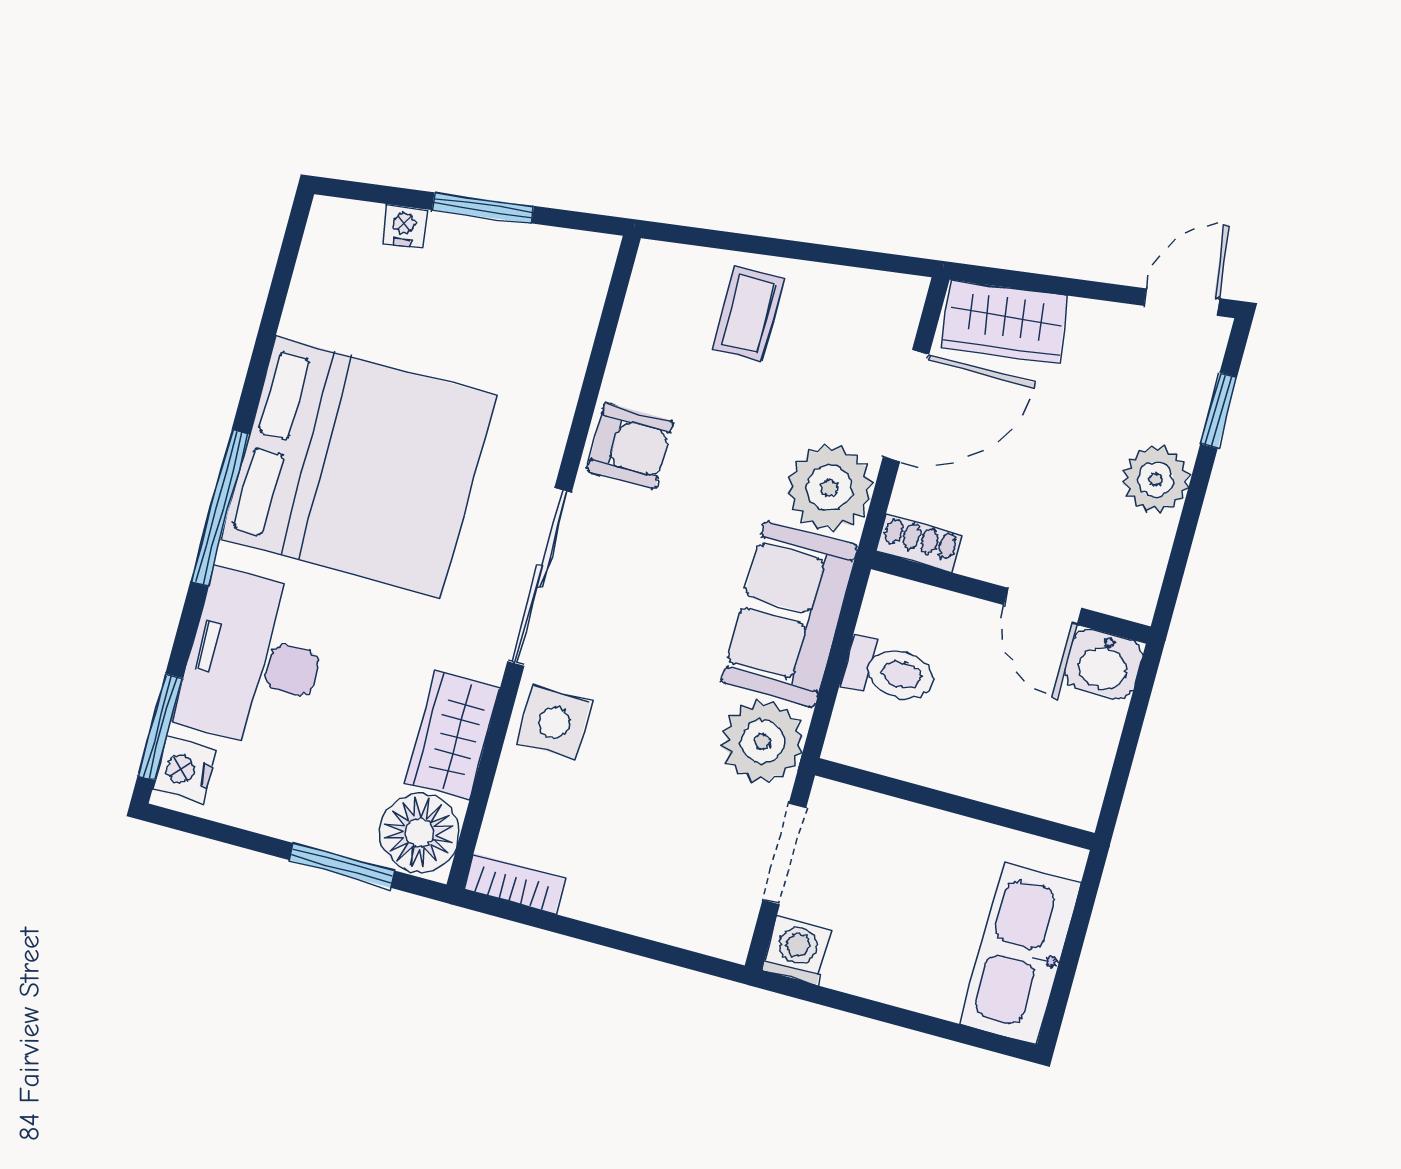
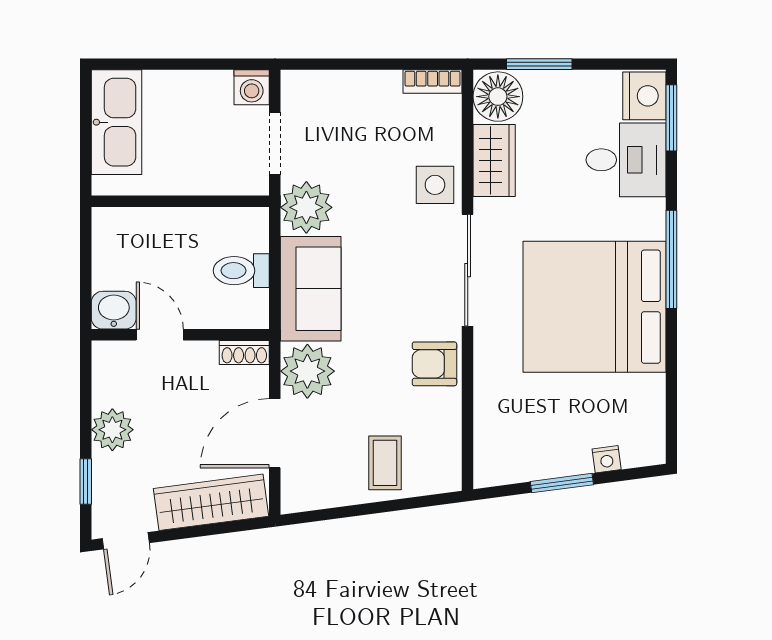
wardrobe: (1004, 322) -> (211, 502), width x1.50
desk: (254, 660) -> (626, 160), width x0.73
nightstand: (185, 770) -> (644, 96), width x1.36, depth x1.33

